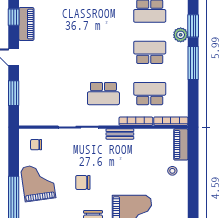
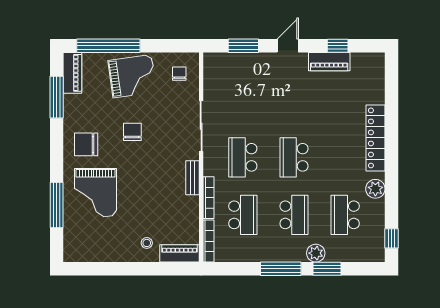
school desk: (103, 52) -> (294, 157), added

